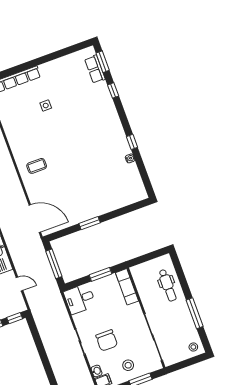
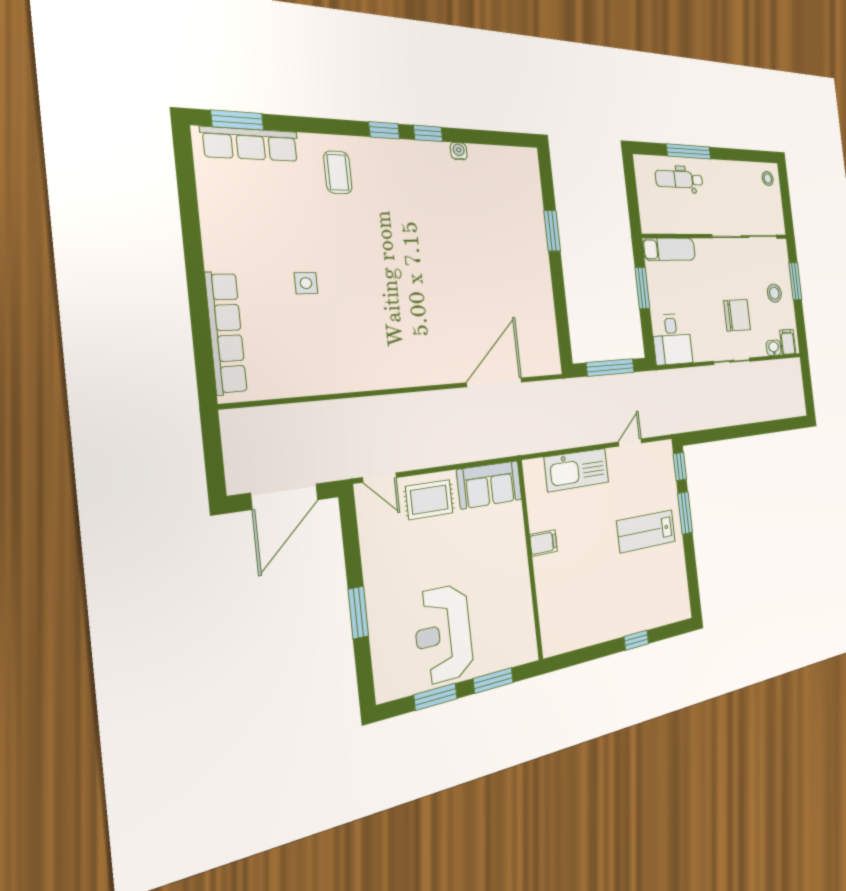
row of seats: (95, 69) -> (250, 144), width x1.48
window: (113, 90) -> (384, 130), moved
coffee table: (37, 166) -> (338, 172), moved
door: (35, 219) -> (495, 382), moved
window: (90, 223) -> (552, 231), moved
dental chair: (168, 285) -> (679, 179), turned 180
window: (195, 313) -> (689, 151), moved

